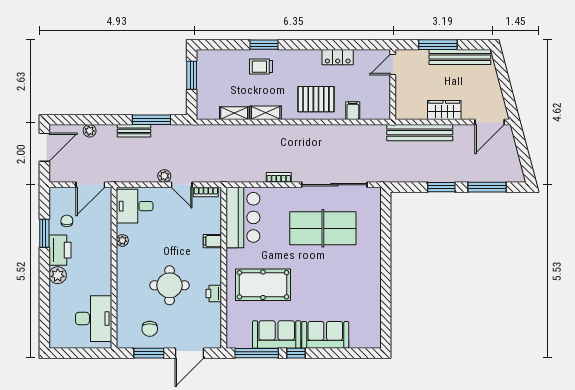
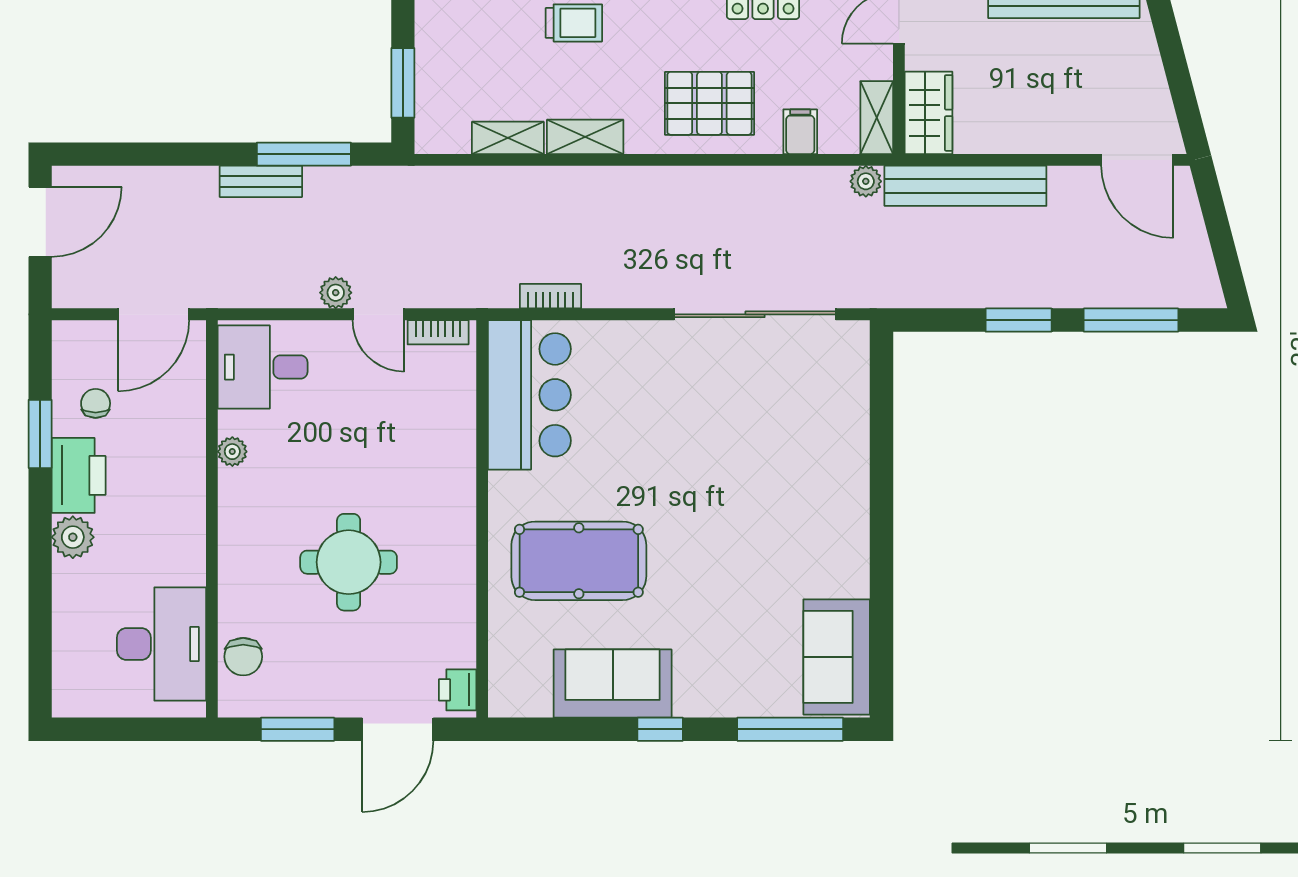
trolley: (261, 67) -> (574, 23), turned 180
window: (192, 75) -> (403, 83), moved
shelving: (384, 105) -> (877, 118), added
wardrobe: (444, 110) -> (929, 113), moved, turned 90
door: (490, 122) -> (1137, 160), hinge flipped
plant: (90, 131) -> (866, 181), moved
bookcase: (279, 177) -> (550, 296), moved
table tennis table: (323, 228) -> (726, 421), removed
filing cabinet: (212, 241) -> (454, 453), removed
printer: (214, 294) -> (458, 690), moved
chair: (150, 329) -> (243, 657), moved
sofa: (325, 335) -> (837, 657), moved, turned -90
window: (257, 353) -> (790, 729), moved

